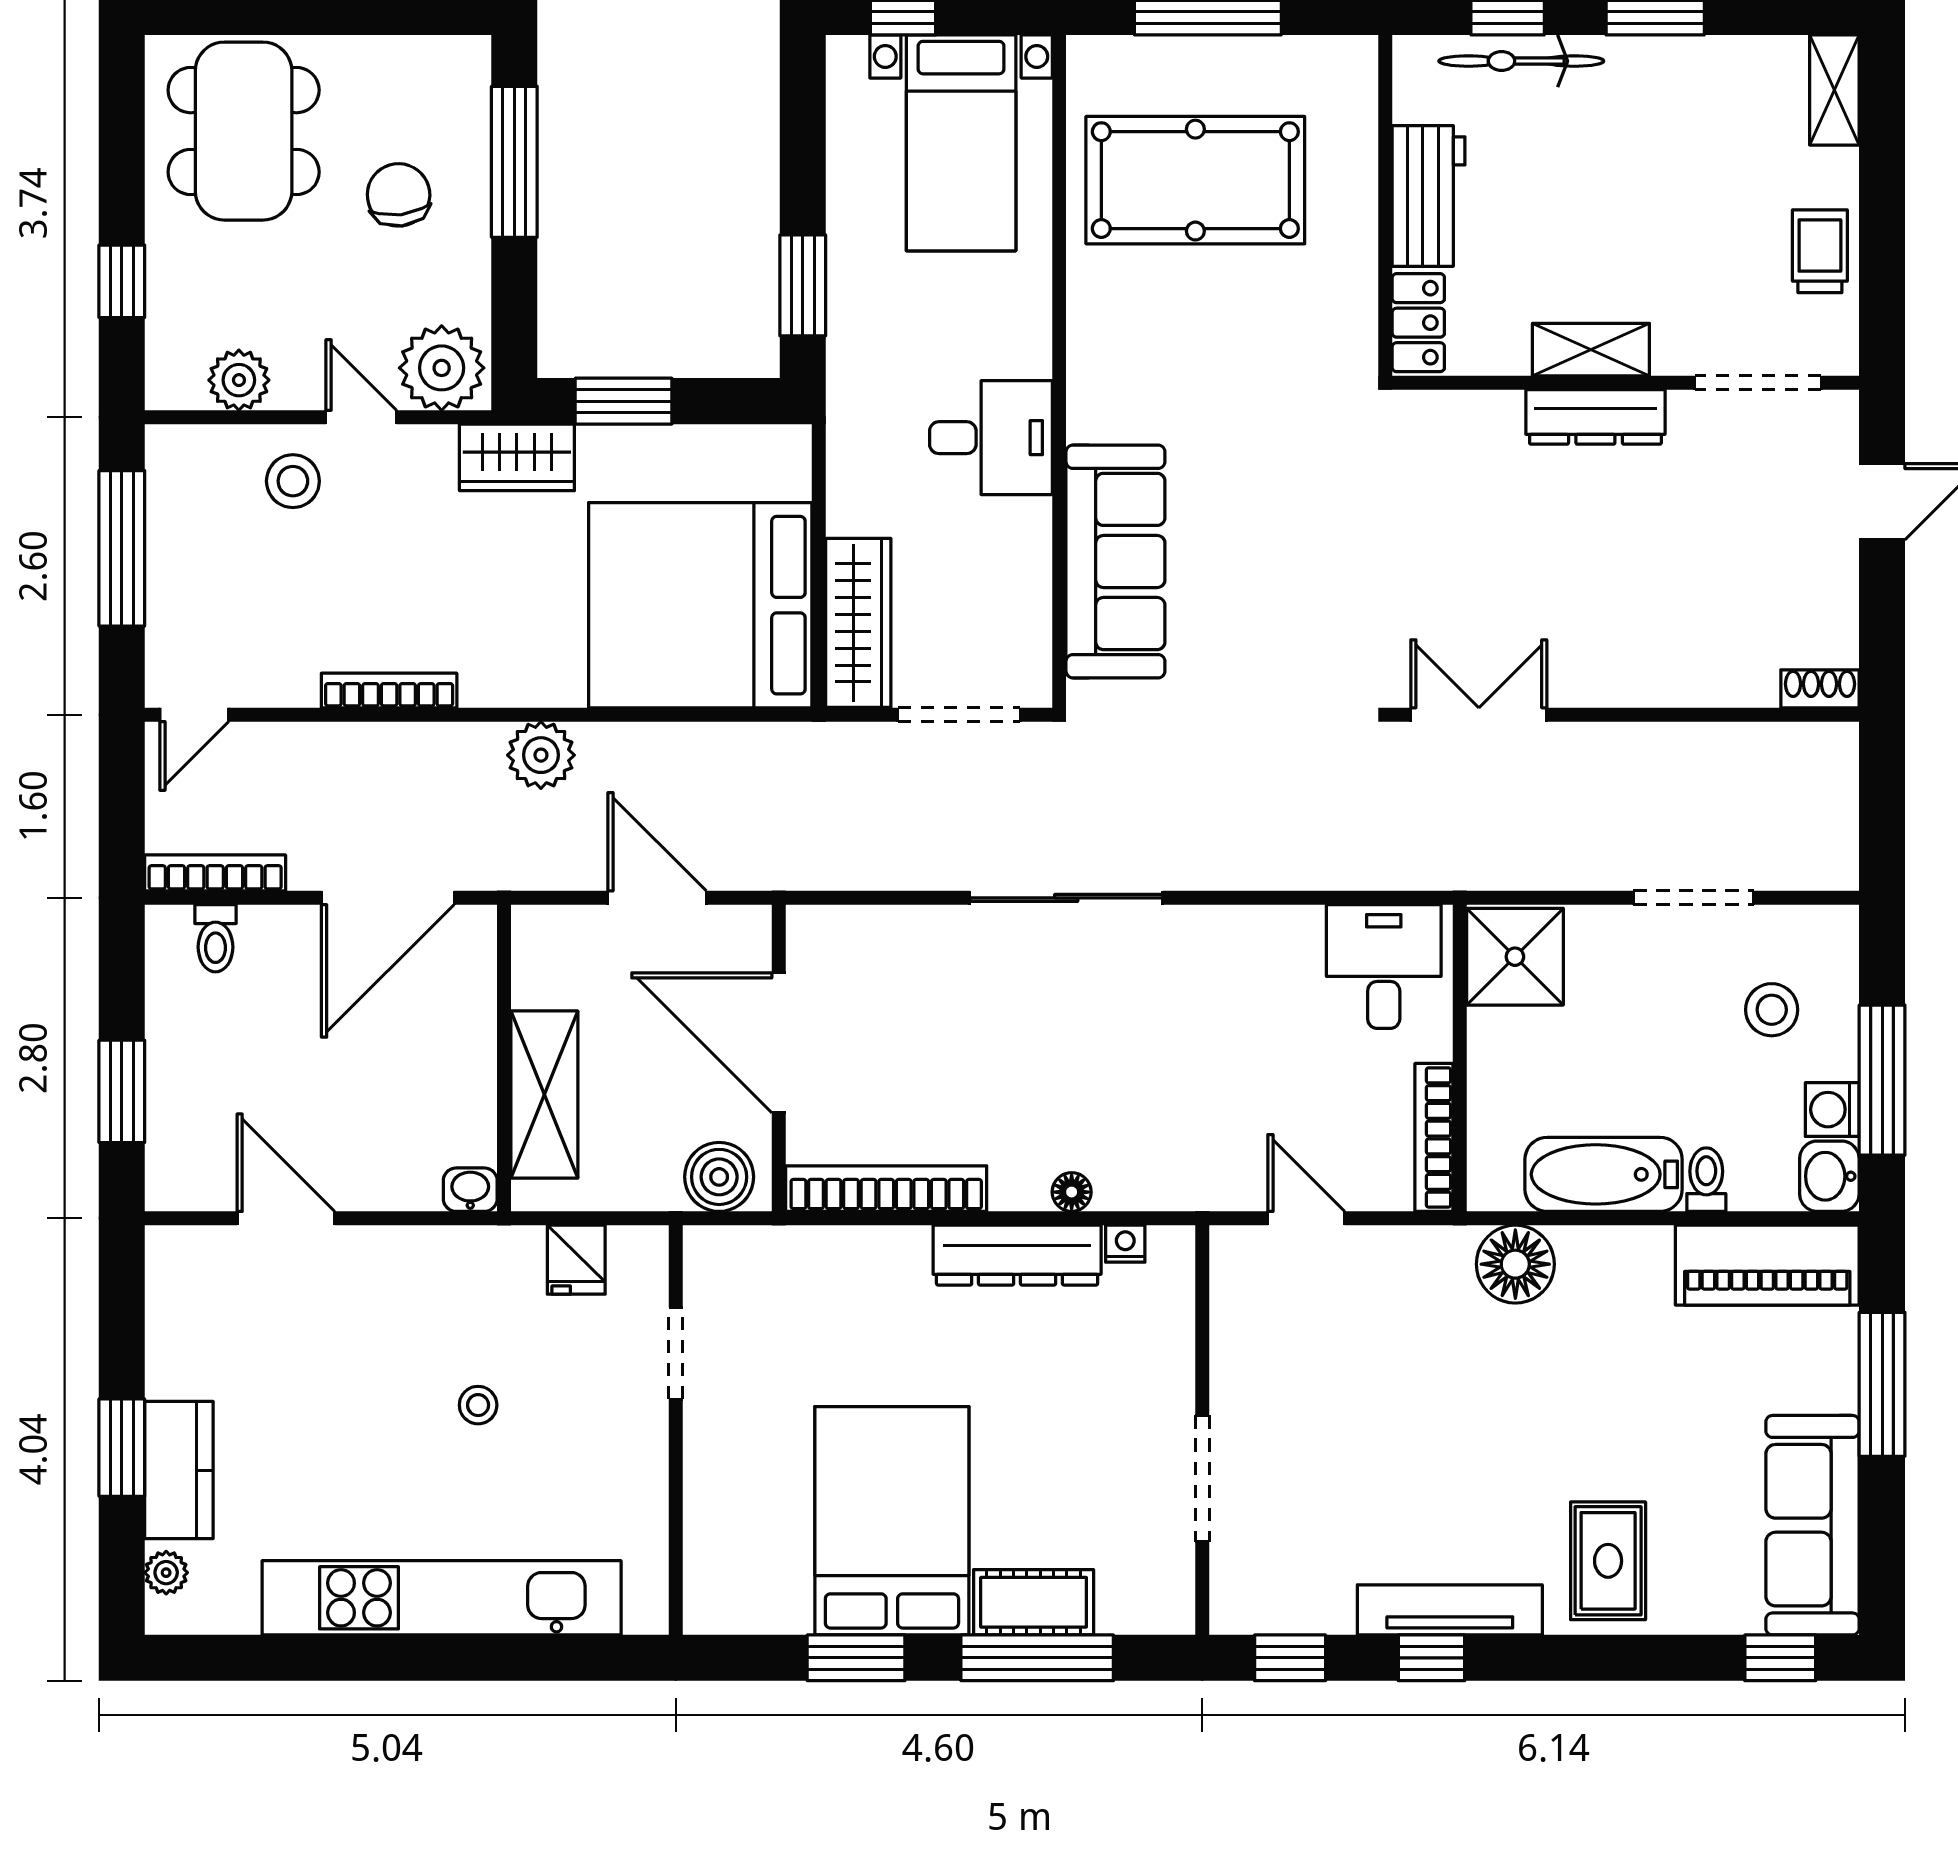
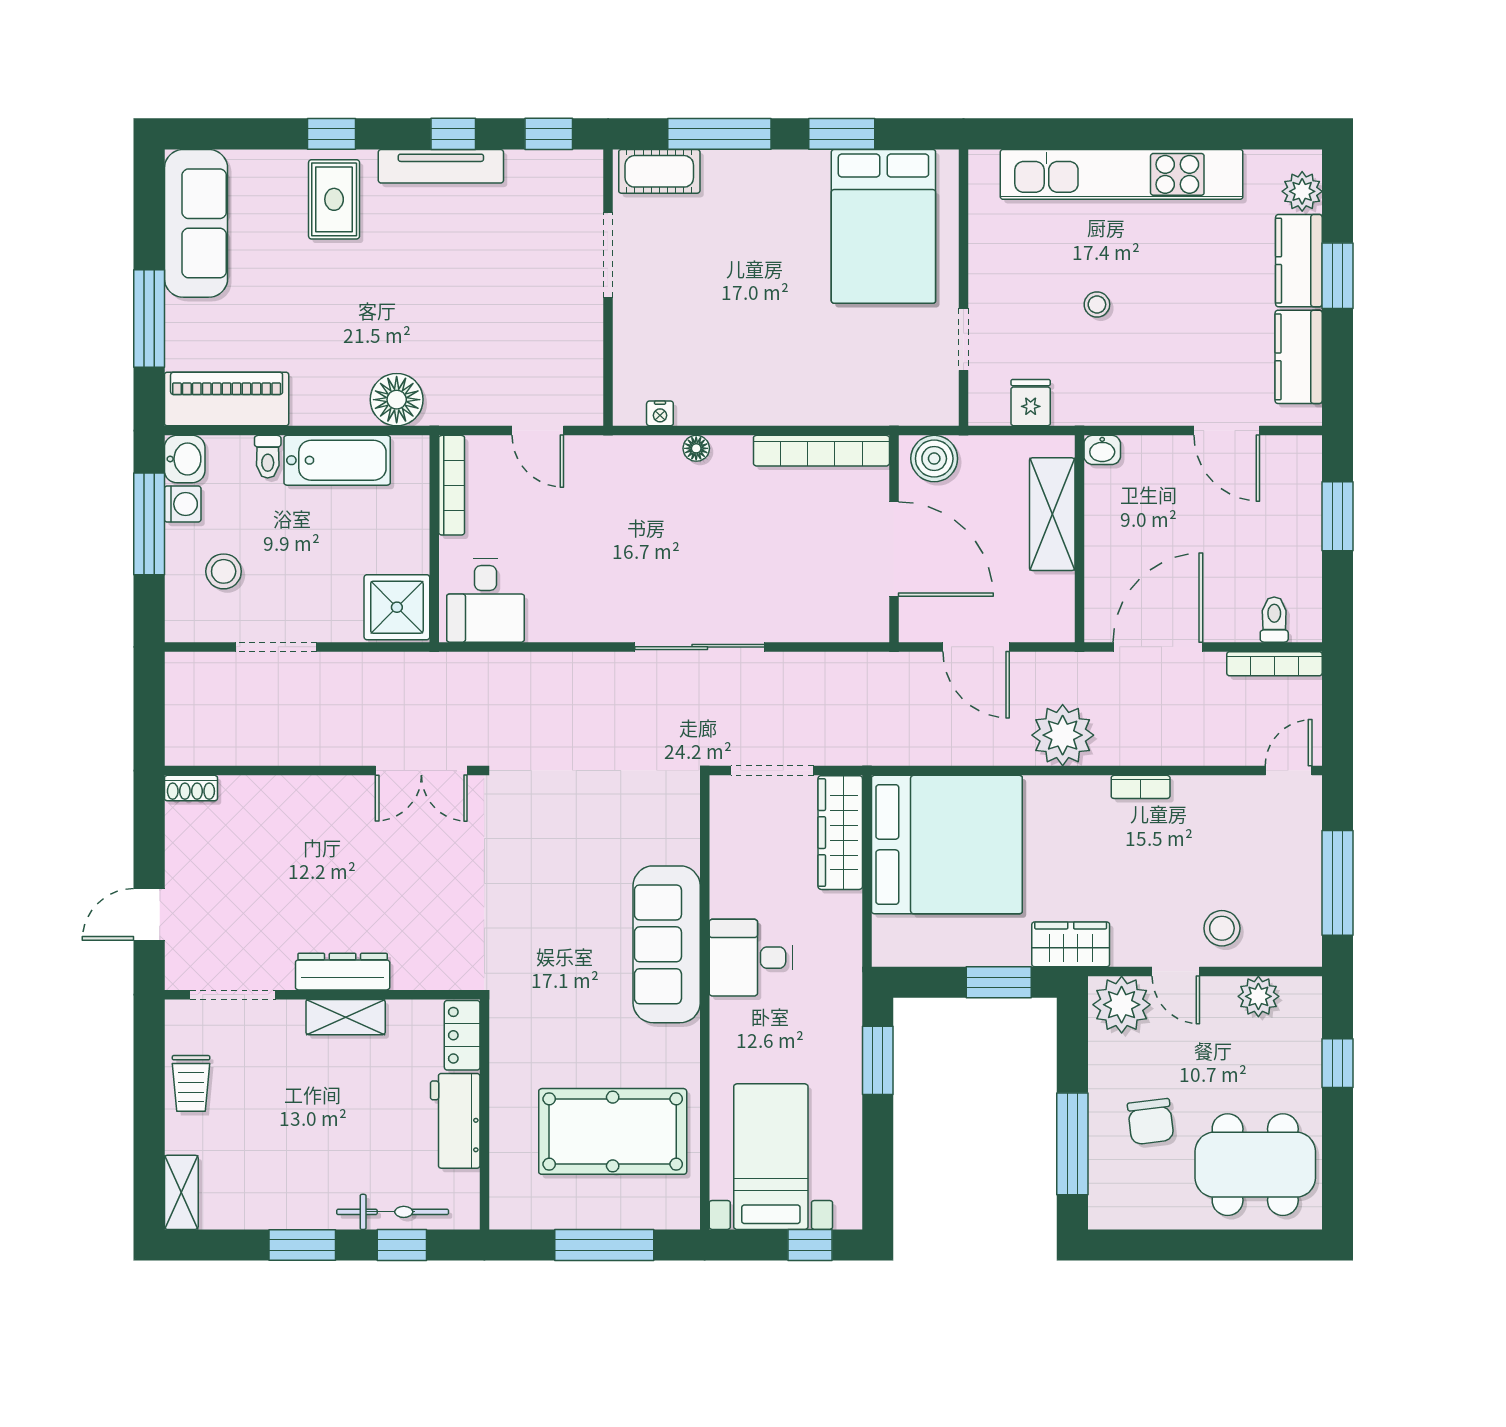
dining table: (244, 131) -> (1255, 1165), turned 90
sofa: (1115, 561) -> (667, 944), moved
bookcase: (389, 691) -> (1141, 787), width x0.64
plant: (541, 755) -> (1063, 735), width x1.36, depth x1.36
dresser: (1017, 1255) -> (733, 406), removed
kitchen counter: (179, 1328) -> (1299, 357), added
bed: (892, 1521) -> (883, 226), moved
plant: (166, 1573) -> (1302, 191), width x1.38, depth x1.38
cot: (1034, 1602) -> (659, 171), moved
window: (1780, 1658) -> (331, 134), moved

